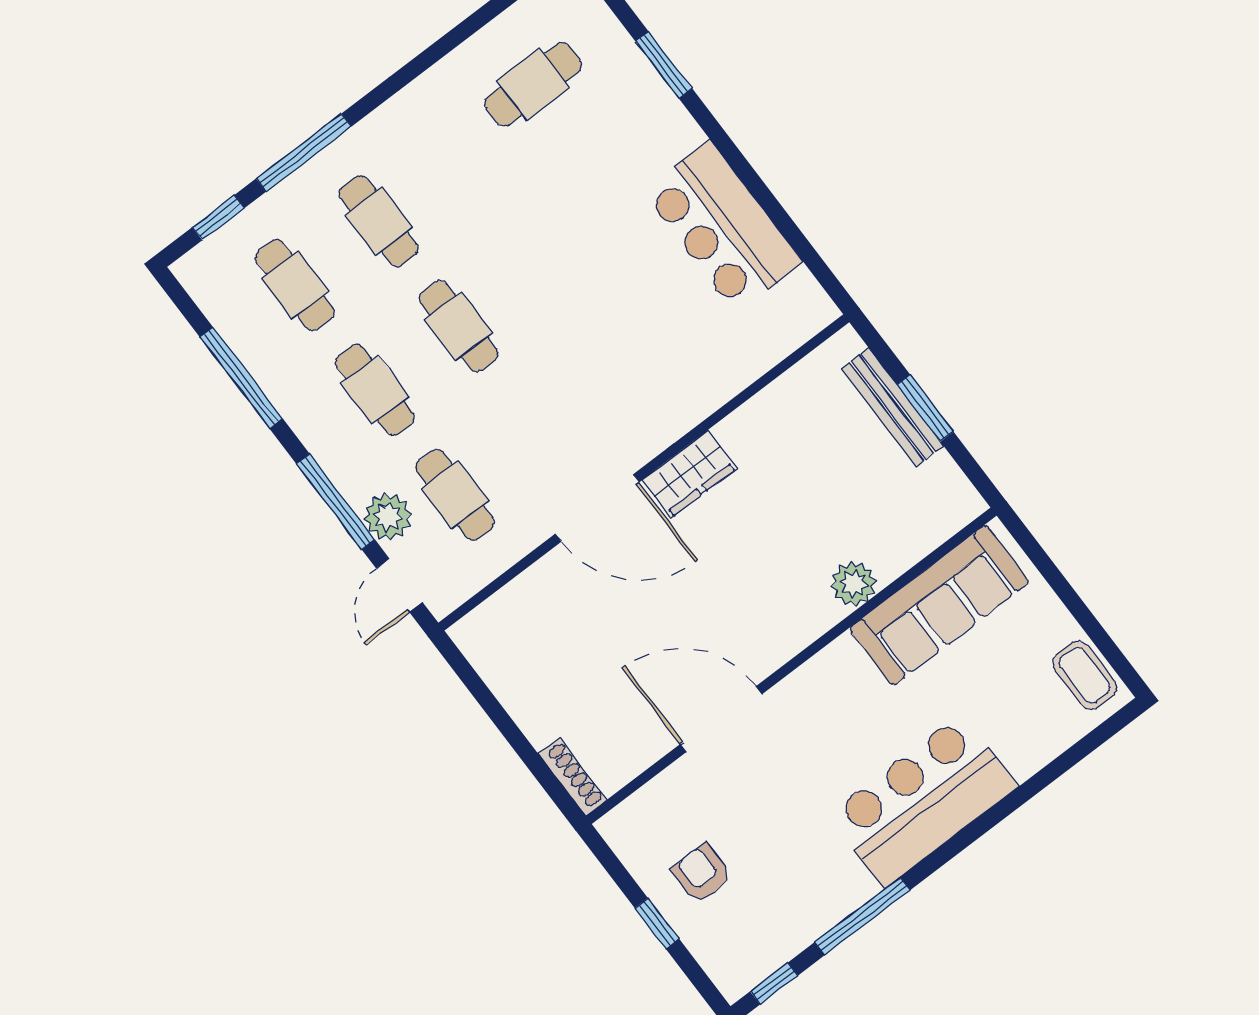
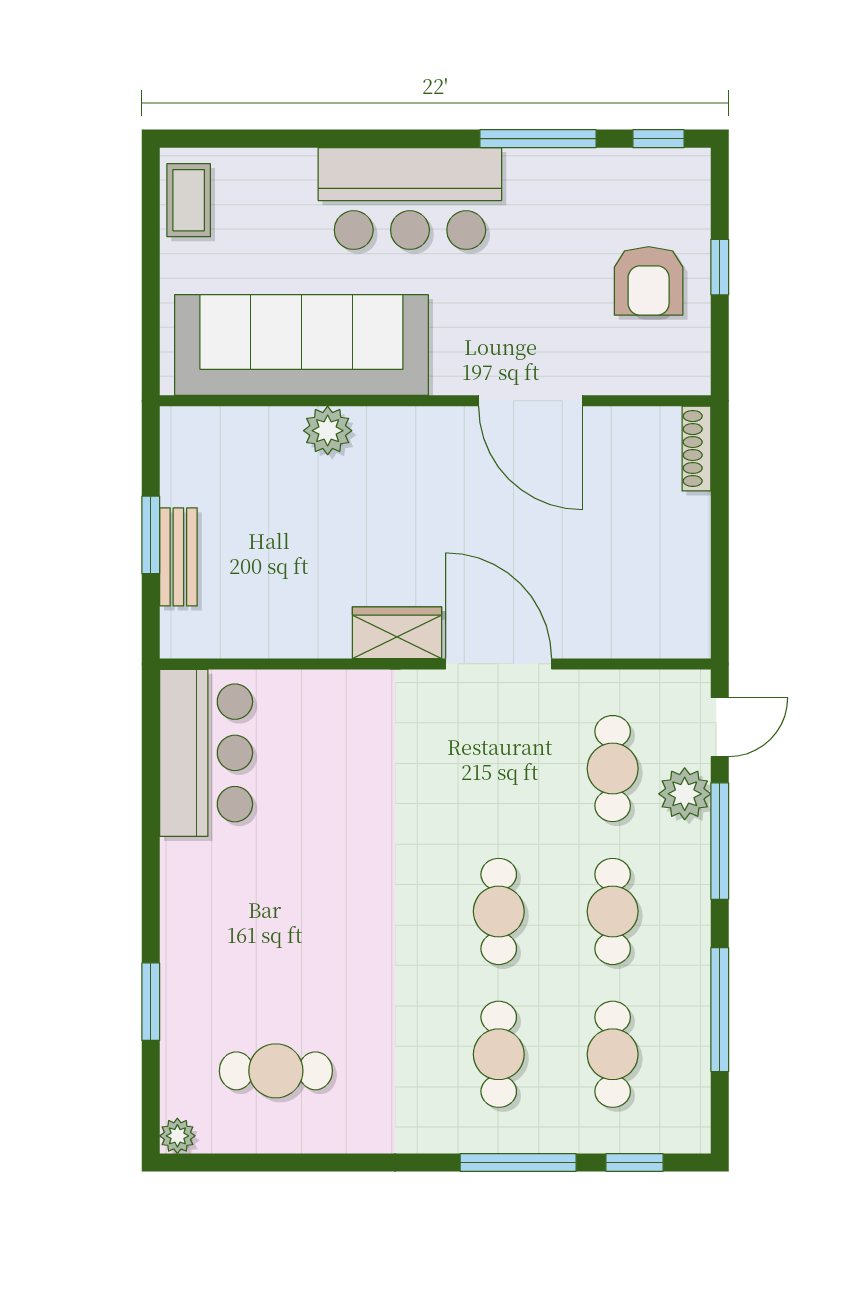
bar counter: (723, 226) -> (206, 753), moved
bench: (893, 407) -> (178, 557), width x0.73
sofa: (939, 605) -> (301, 345), width x1.36, depth x1.27
armchair: (702, 873) -> (649, 281), width x1.38, depth x1.38

